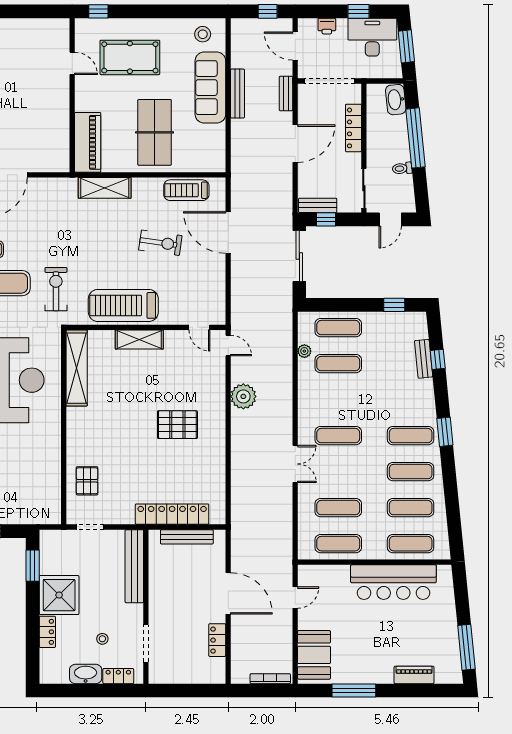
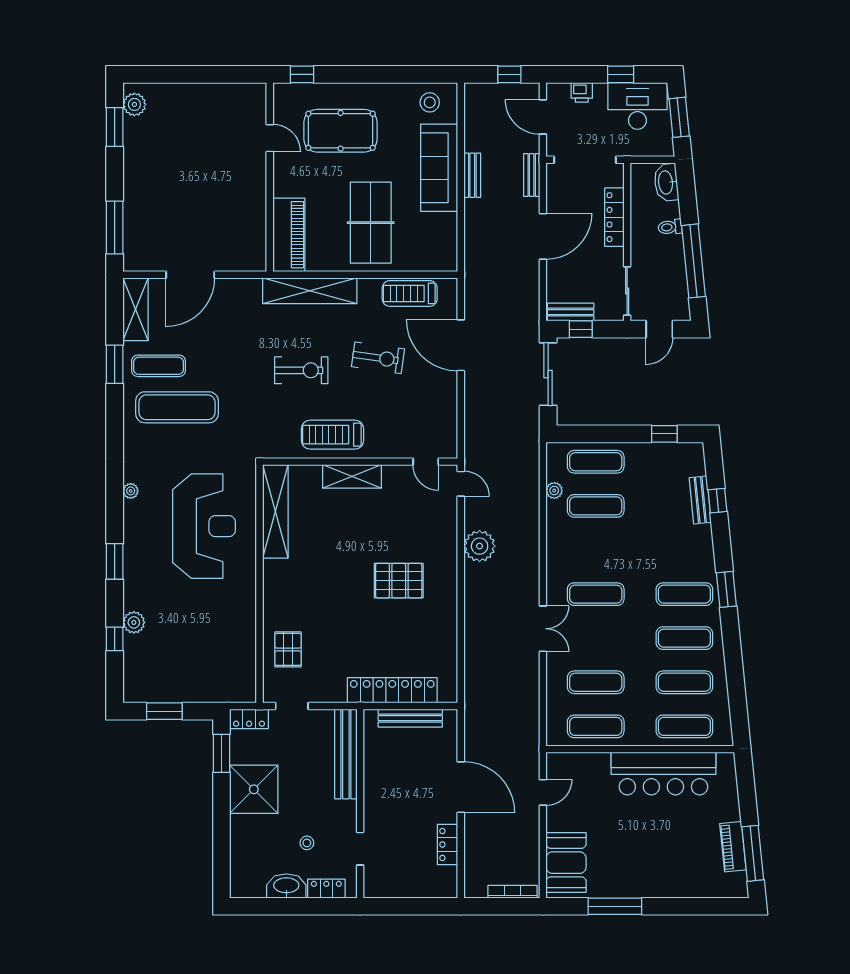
bench: (237, 94) -> (472, 175), width x0.73
window: (415, 138) -> (694, 261), moved
toilet: (402, 168) -> (670, 227), moved
shelving: (105, 188) -> (310, 291), width x1.47
exercise bike: (56, 289) -> (301, 370), moved, turned 90
treadmill: (123, 305) -> (332, 435), width x0.73, depth x0.73
locker: (47, 632) -> (249, 719), moved, turned 90
doorway: (146, 643) -> (360, 849), width x0.73
piano: (414, 675) -> (733, 847), moved, turned -96

